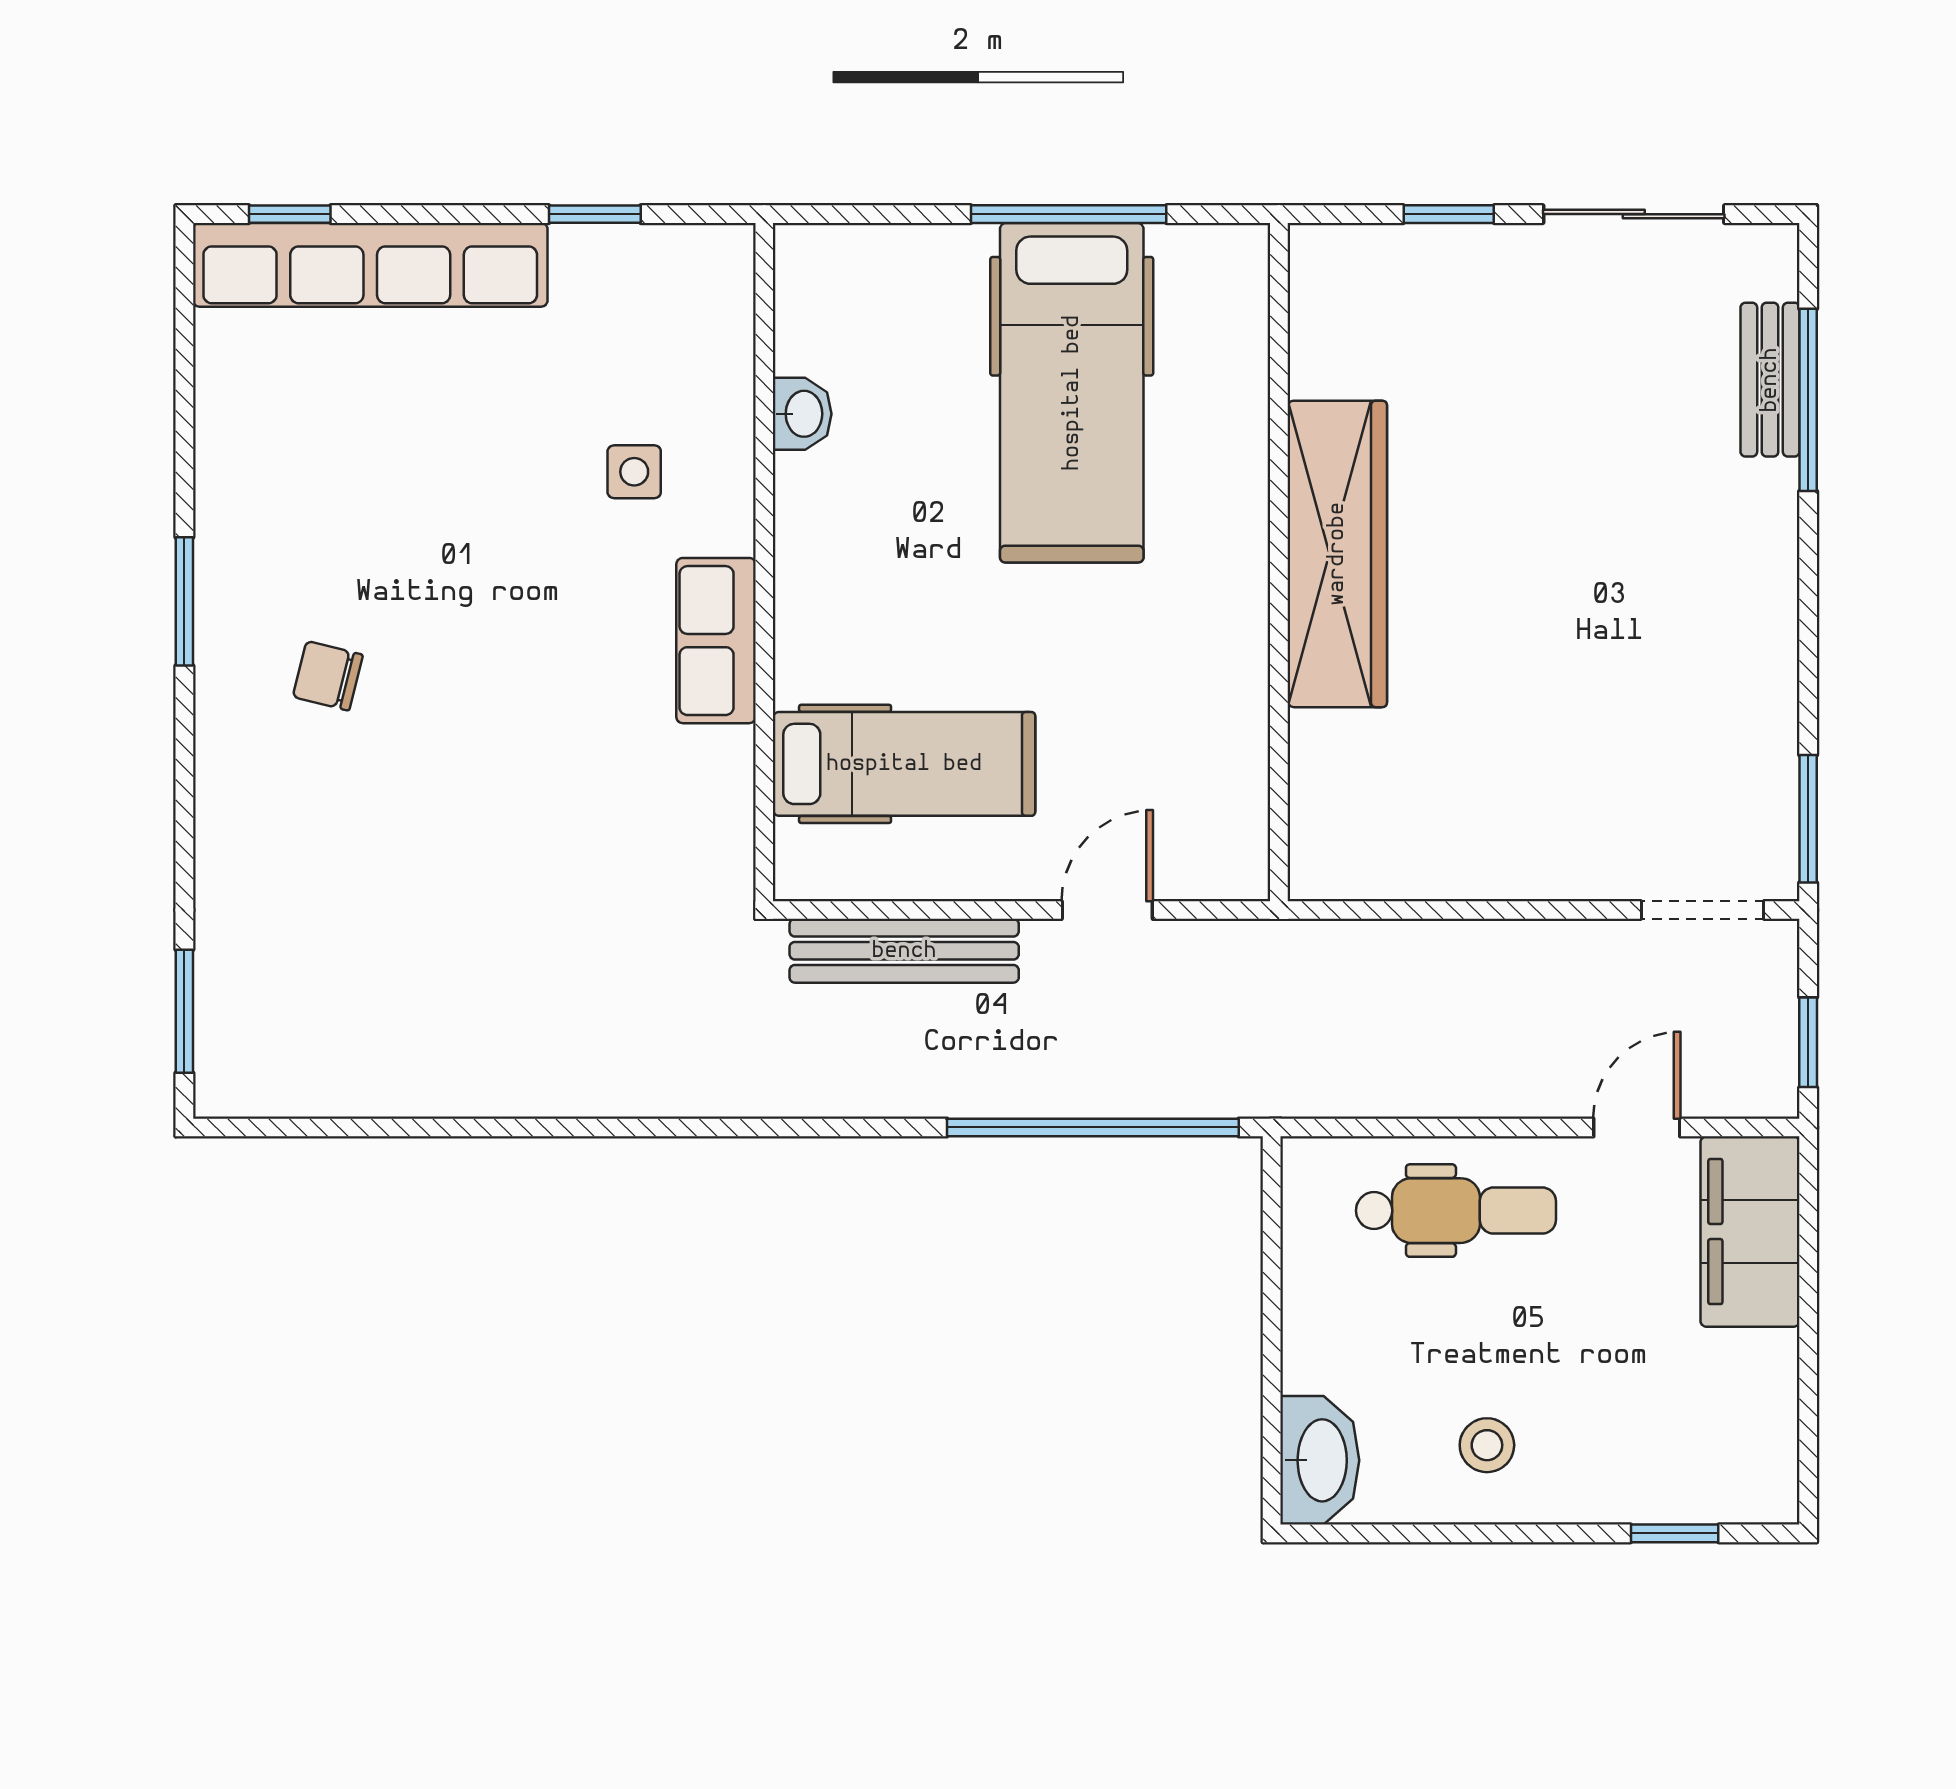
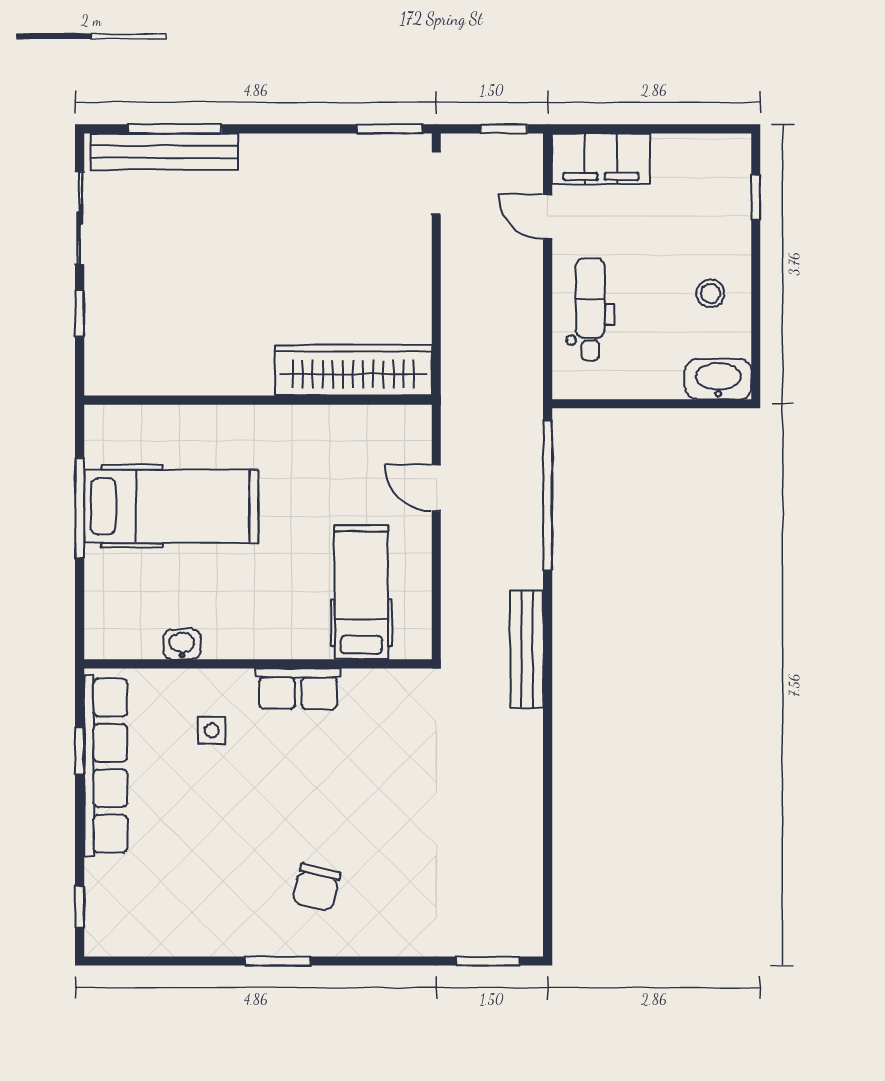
row of seats: (370, 265) -> (106, 766), moved
bench: (1770, 380) -> (164, 152), width x1.86, depth x1.21
wardrobe: (1337, 554) -> (353, 370), moved
chair: (328, 676) -> (316, 887), width x1.37, depth x1.37
bench: (904, 951) -> (527, 649), moved

